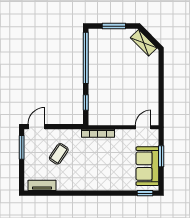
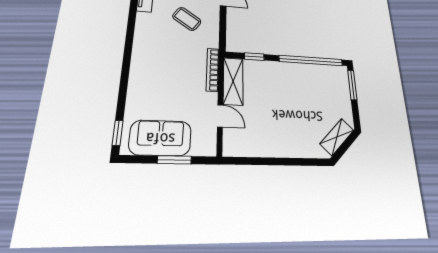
window: (114, 26) -> (352, 85), moved
shelving: (106, 118) -> (233, 81), added
door: (143, 127) -> (220, 116), moved

